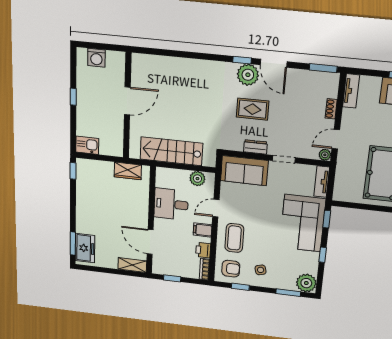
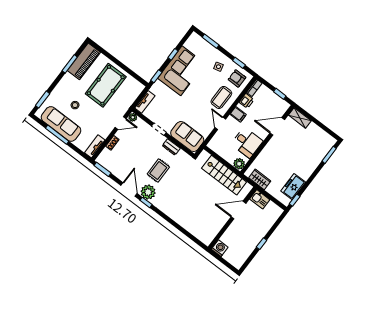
washing machine: (96, 58) -> (220, 248), moved
door: (127, 101) -> (238, 210), moved
rug: (253, 109) -> (158, 170), turned 90
kitchen sink: (87, 145) -> (260, 199), moved
plant: (197, 179) -> (239, 164), moved
door: (216, 208) -> (220, 123), swing flipped
corner sofa: (303, 223) -> (181, 71), moved
door: (150, 242) -> (277, 126), swing flipped
freezer: (85, 248) -> (293, 187), moved
plant: (306, 283) -> (195, 41), removed

